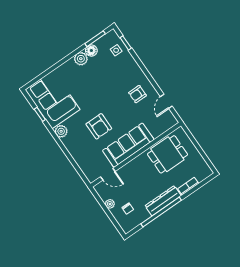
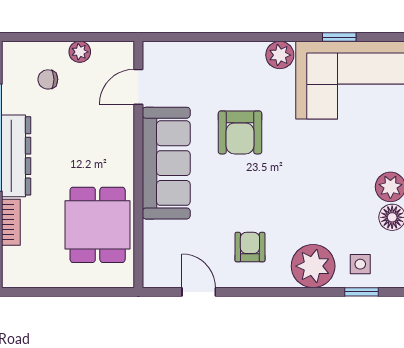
plant: (129, 67) -> (313, 266), added
armchair: (99, 126) -> (240, 132), turned -90

